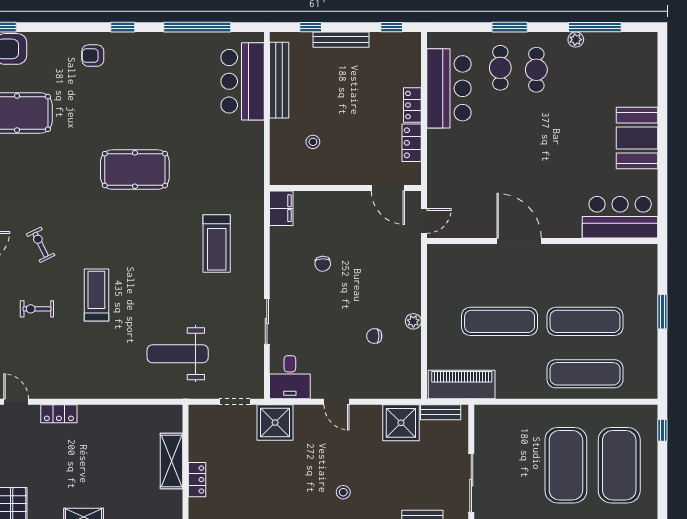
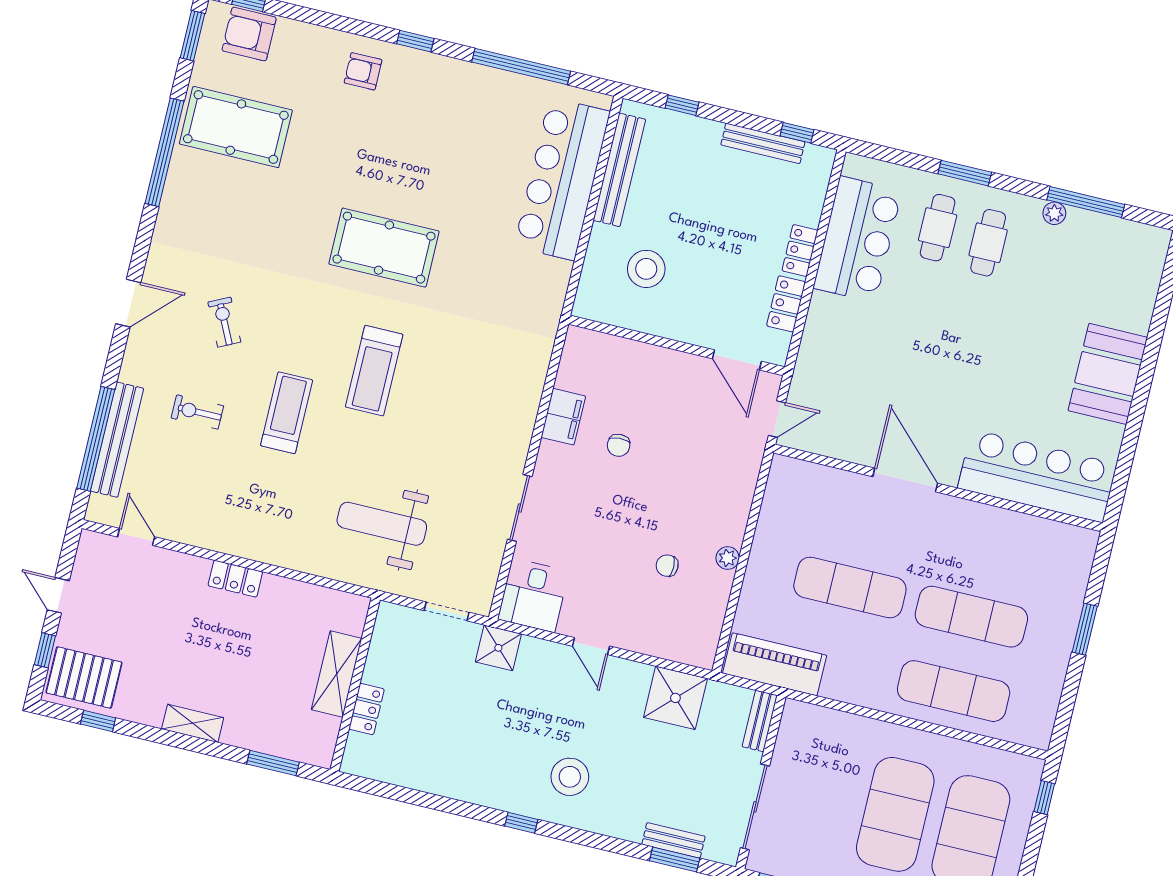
bench: (341, 40) -> (763, 143), moved
bar counter: (243, 81) -> (562, 179), width x1.36
stool: (313, 142) -> (646, 269), width x1.89, depth x1.89
filing cabinet: (281, 208) -> (563, 417), moved
bar counter: (620, 217) -> (1037, 476), width x1.36
treadmill: (217, 243) -> (374, 371), moved
bench: (441, 412) -> (760, 721), moved, turned 90
locker: (59, 414) -> (235, 579), moved
shower: (275, 423) -> (498, 648), width x0.73, depth x0.73
stool: (343, 492) -> (570, 777), width x1.89, depth x1.89

